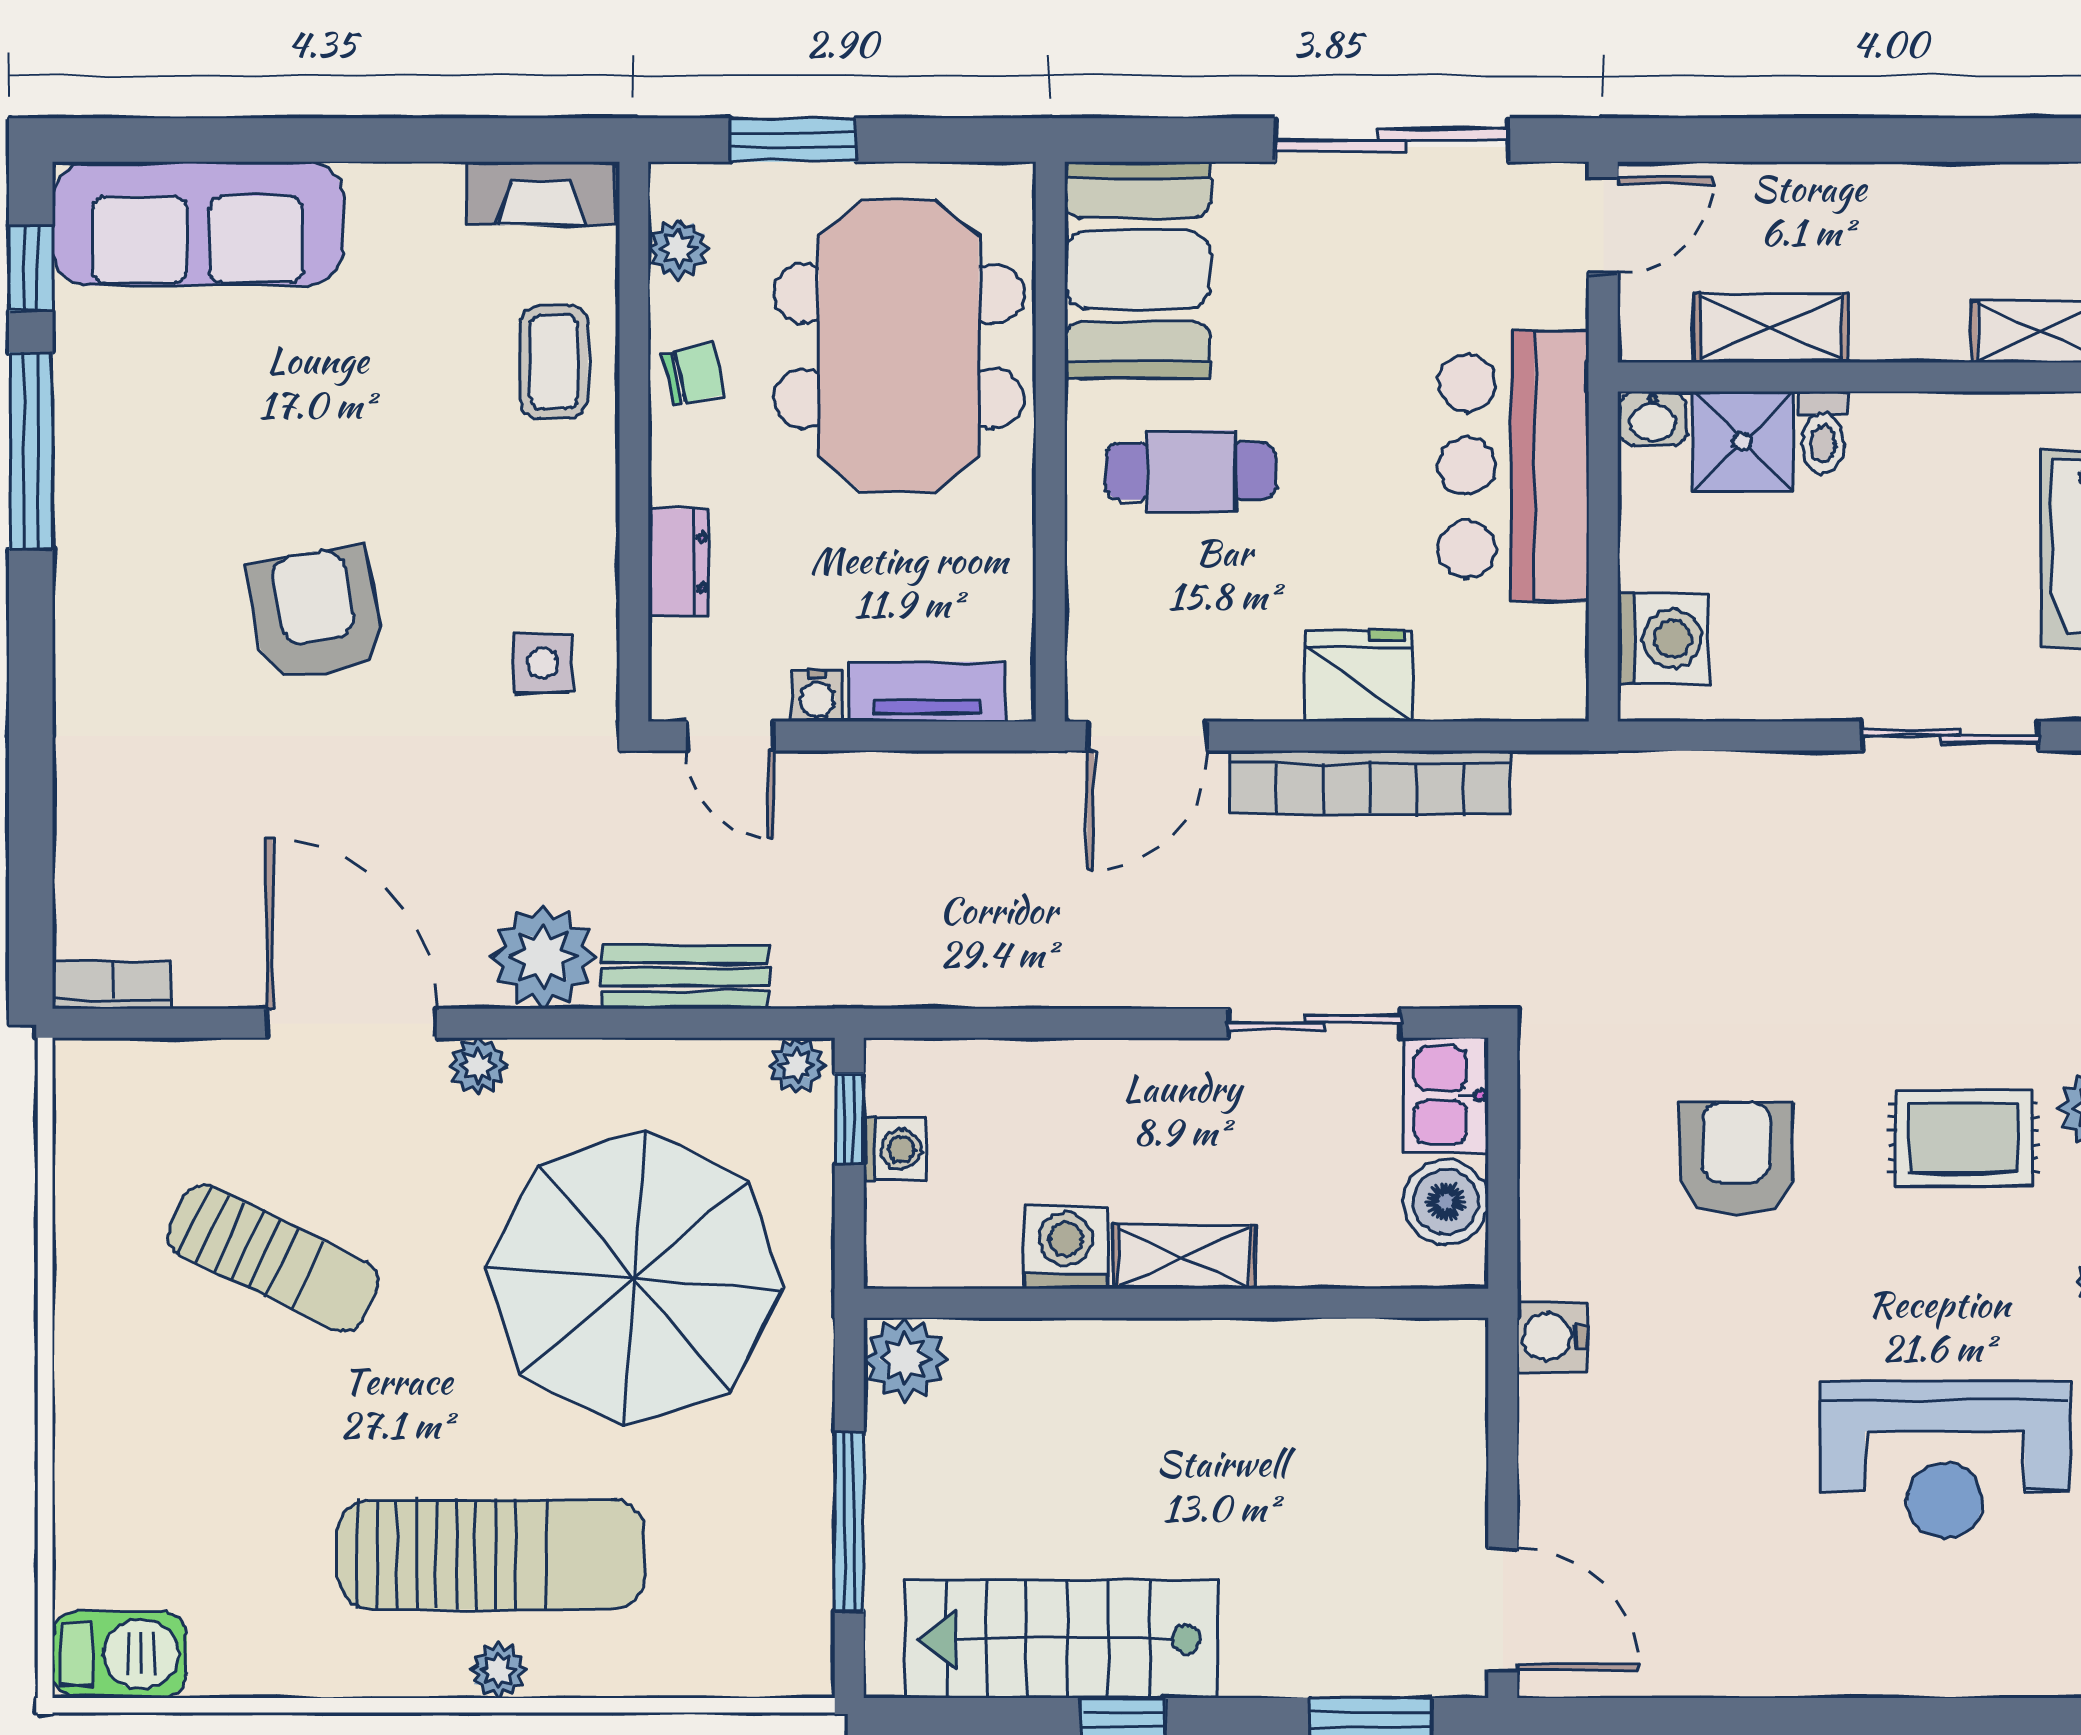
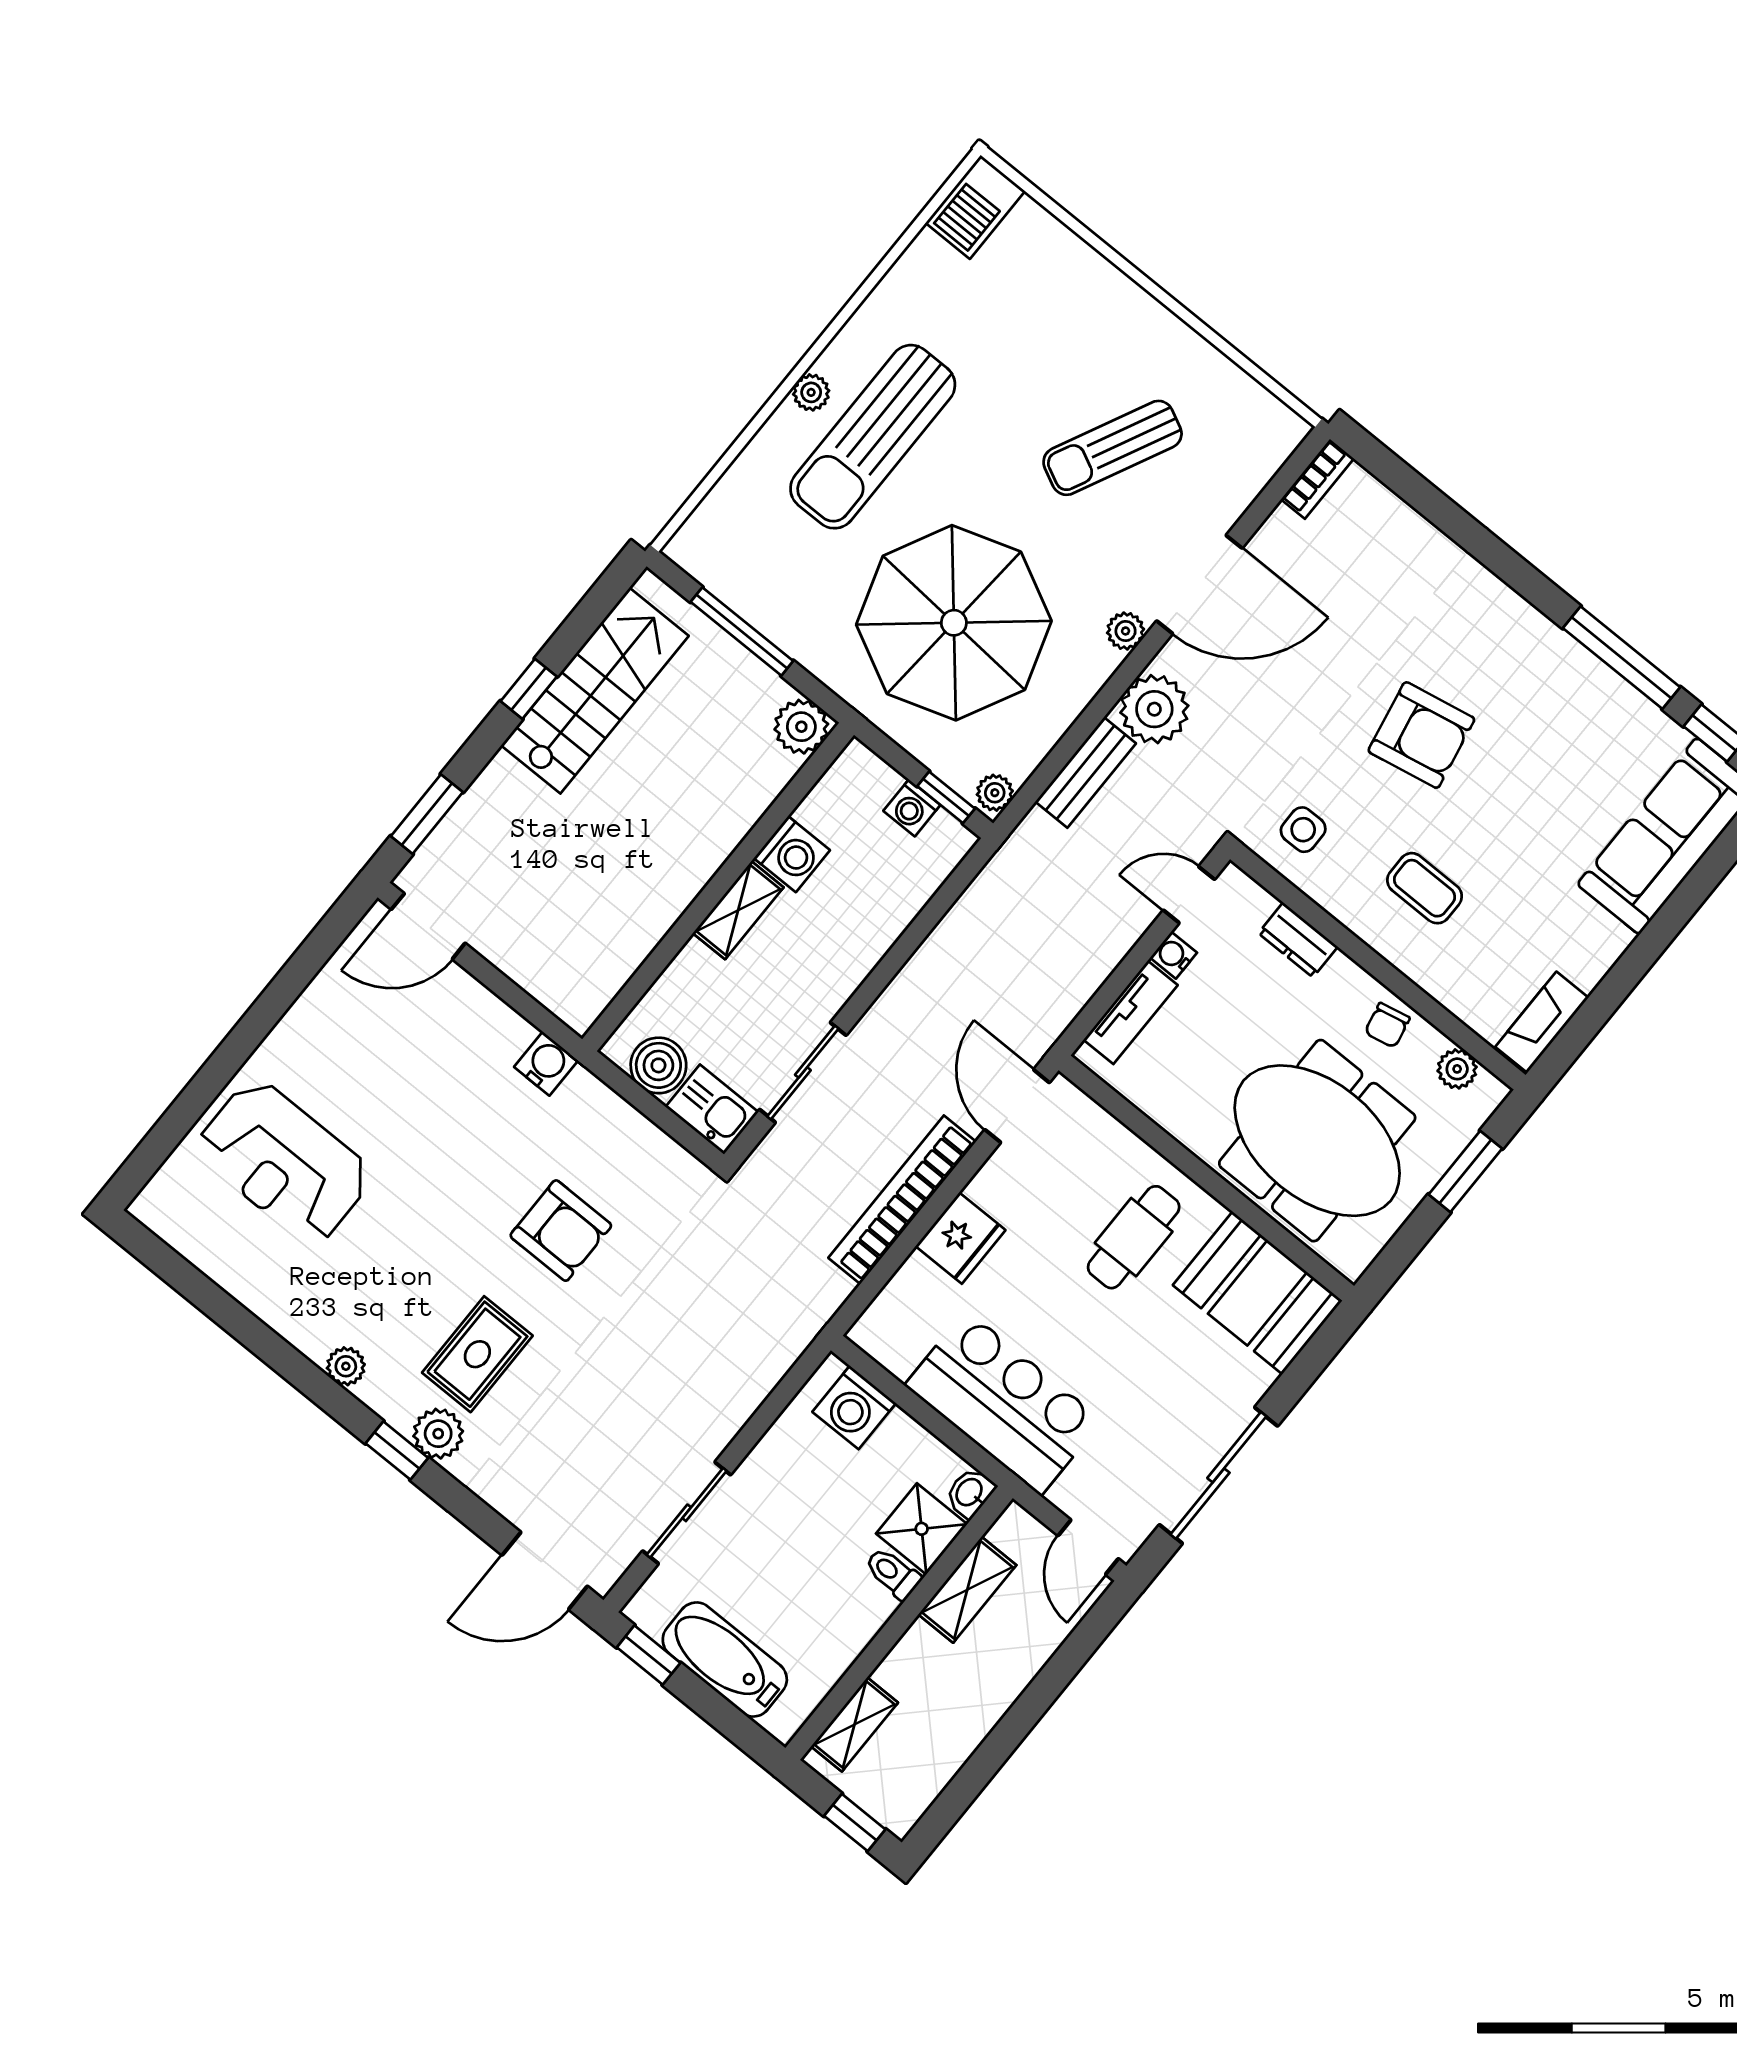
coffee table: (554, 362) -> (1425, 888), moved
reception desk: (1945, 1460) -> (284, 1162), moved, turned -90

